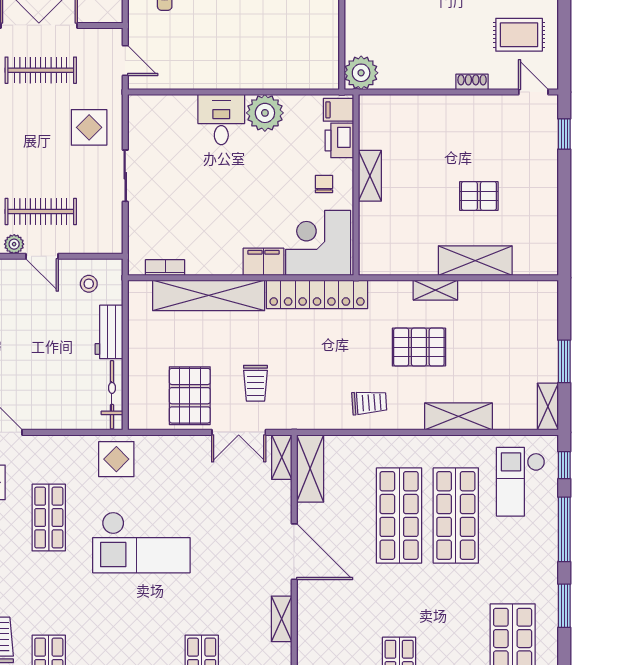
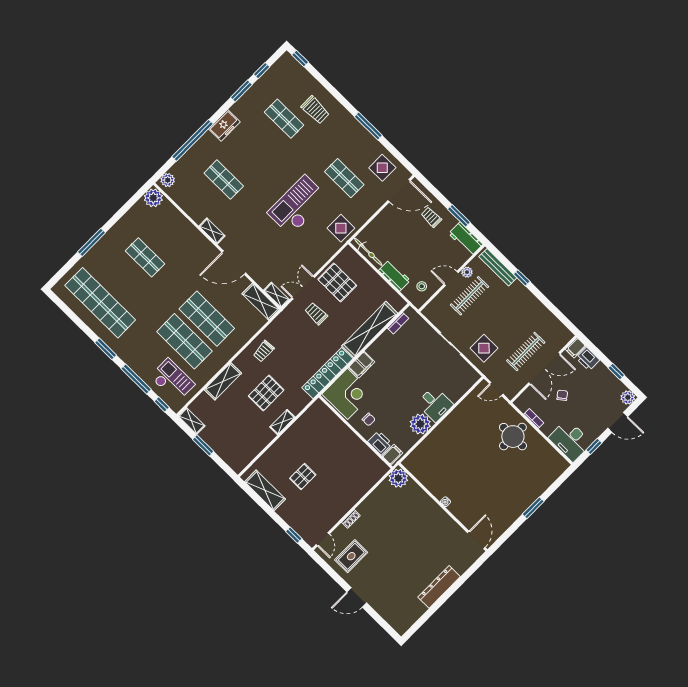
door: (533, 92) -> (323, 539), hinge flipped
shelving: (370, 176) -> (354, 441), removed
shelving: (475, 261) -> (265, 490), moved, turned 90

